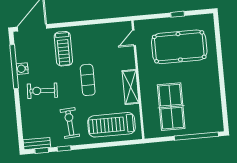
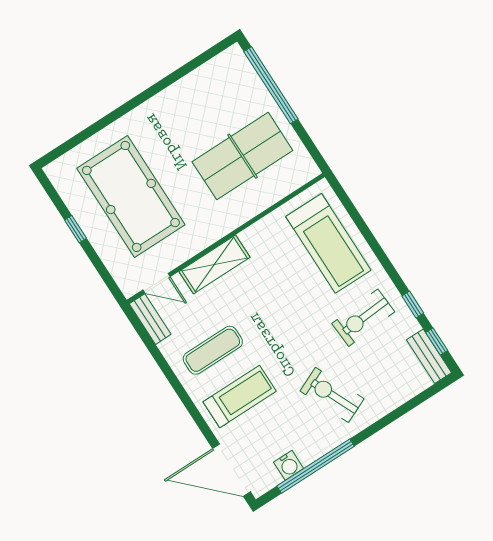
bench: (119, 27) -> (150, 319), added
water cooler: (22, 69) -> (289, 465), moved
exercise mat: (88, 80) -> (213, 350), moved
shelving: (131, 87) -> (215, 264), moved
exercise bike: (42, 91) -> (332, 395), turned 153

